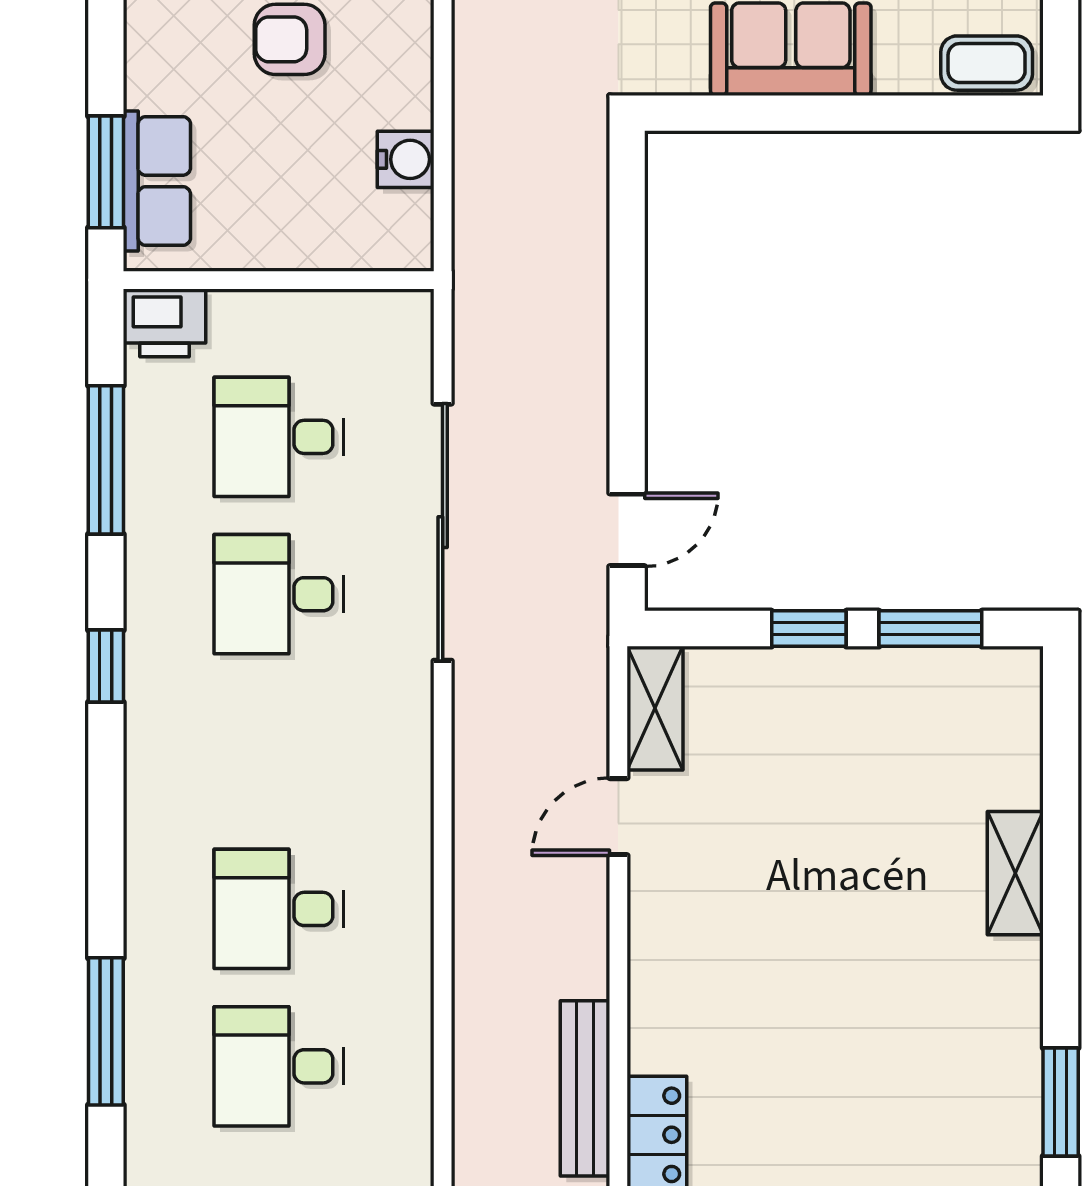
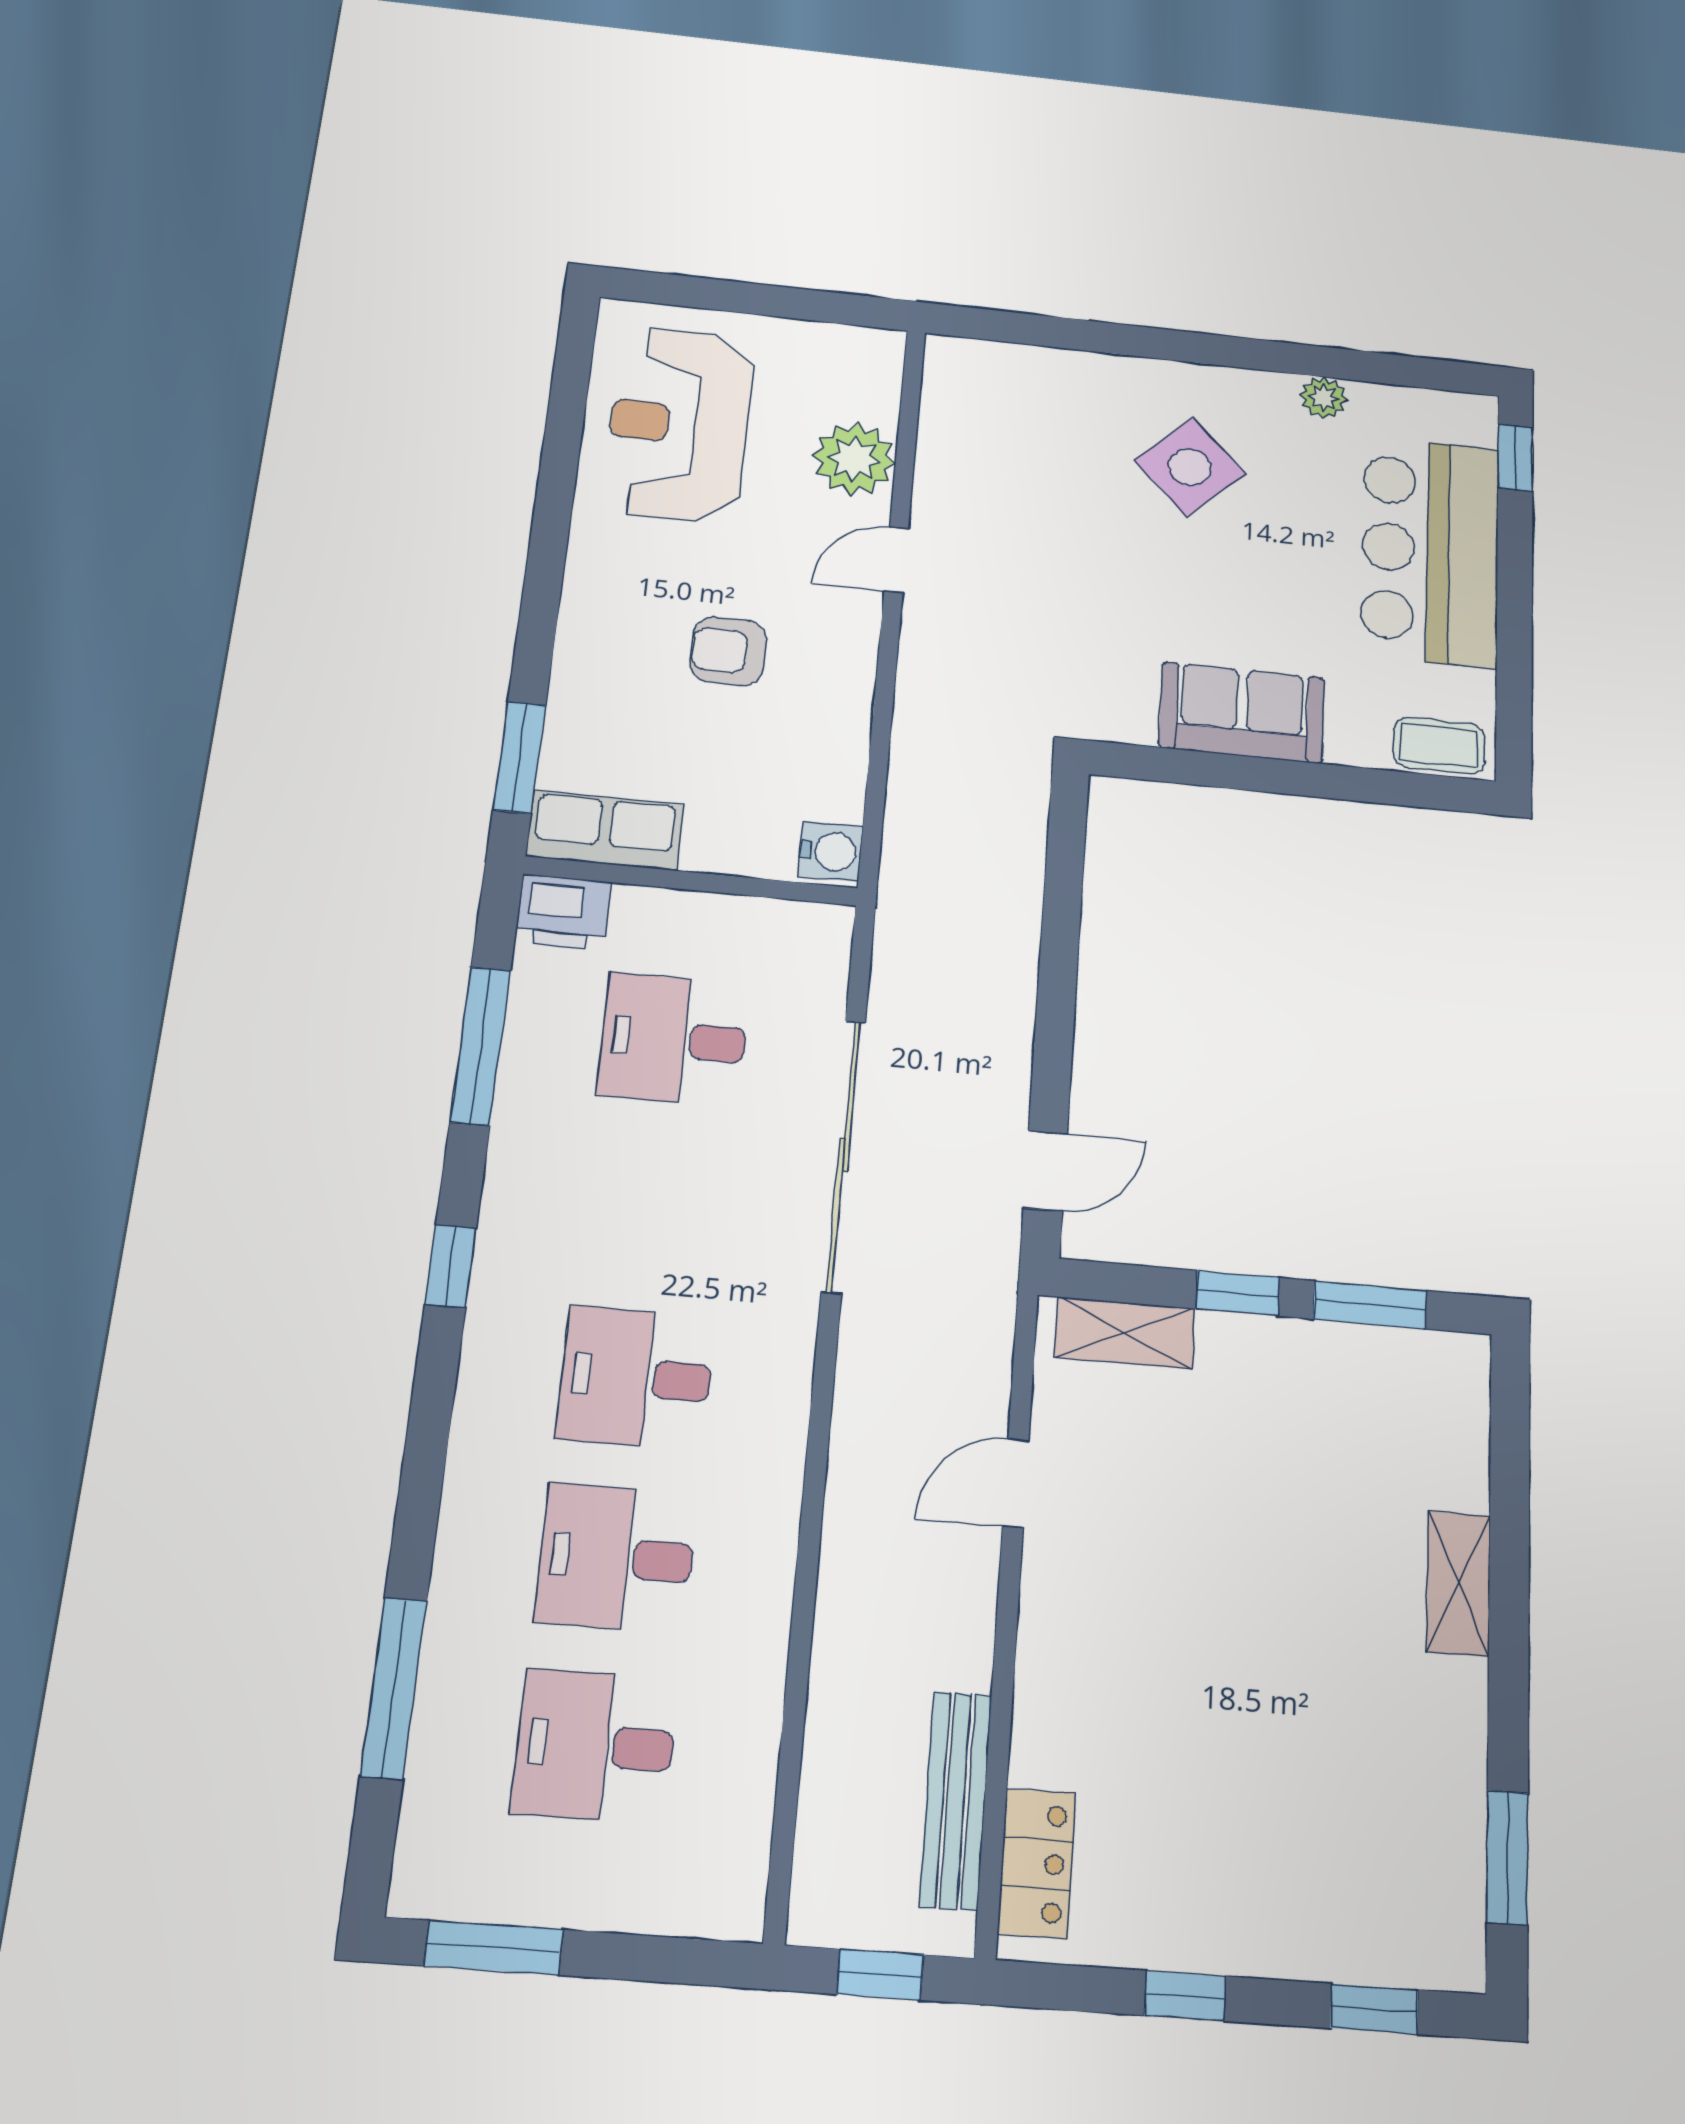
water cooler: (406, 159) -> (831, 851), moved
row of seats: (157, 181) -> (605, 831), moved, turned -90
desk: (279, 594) -> (636, 1378), moved
shelving: (655, 708) -> (1125, 1333), moved, turned 90

